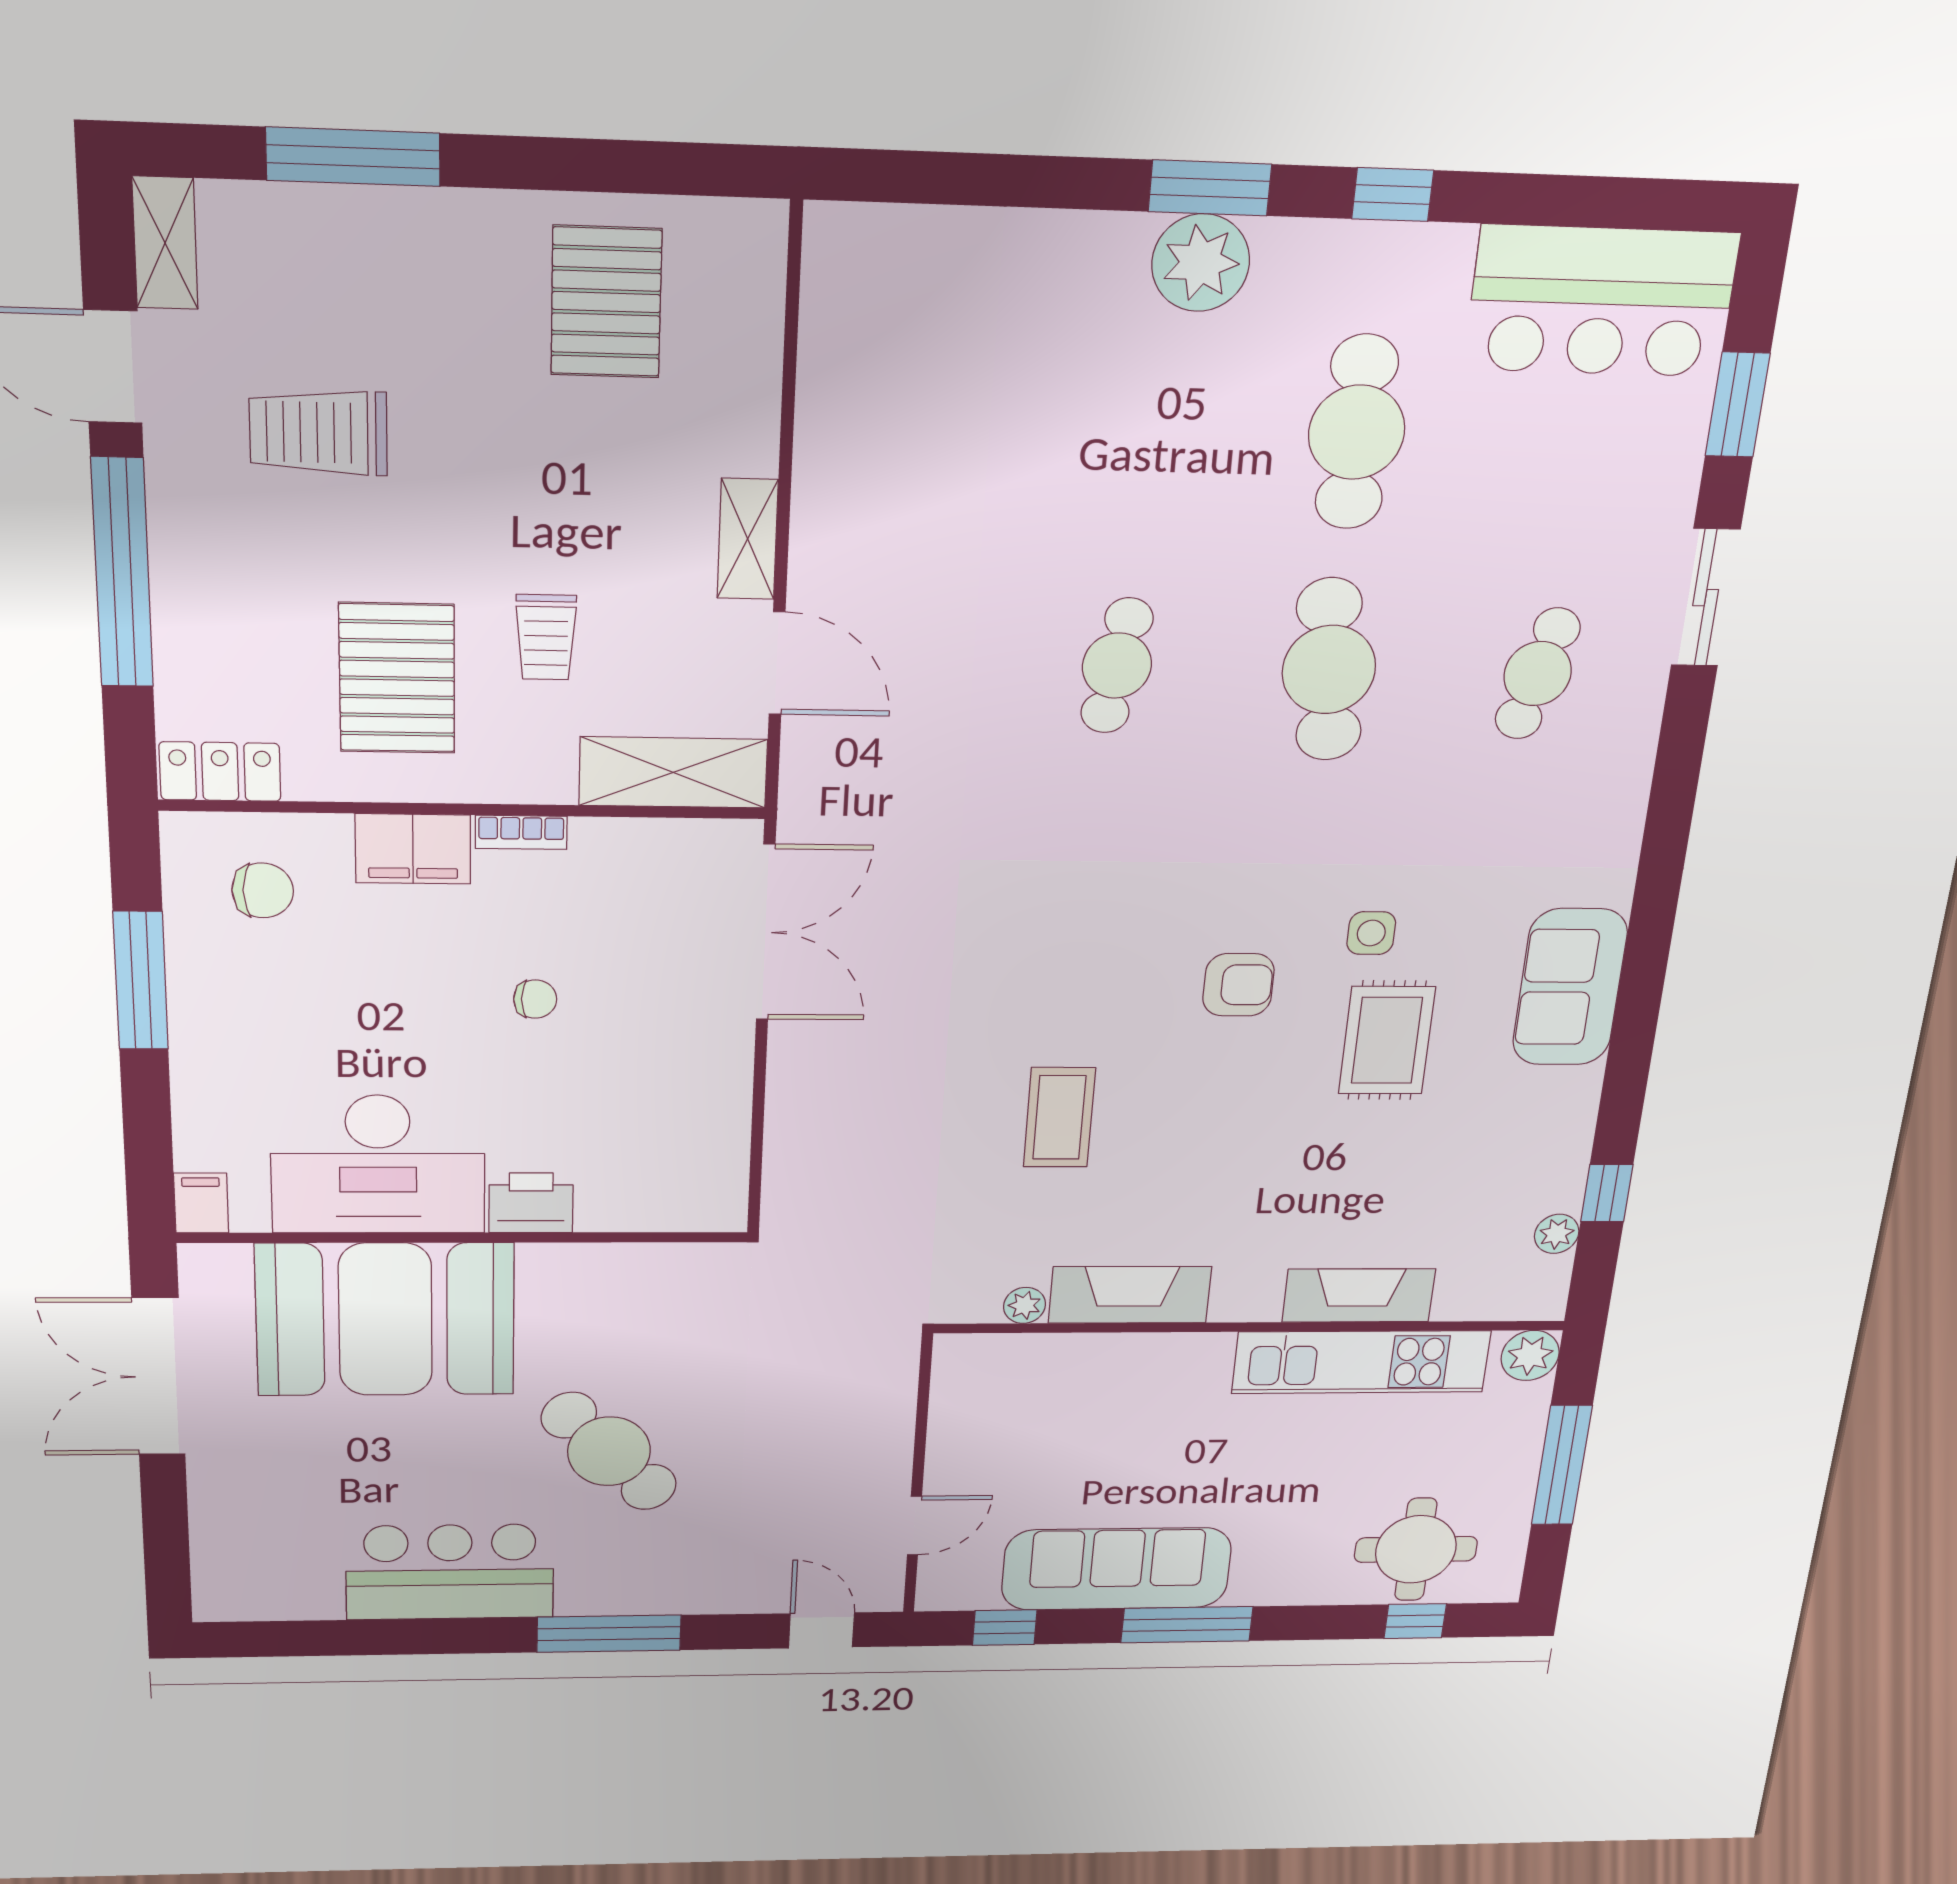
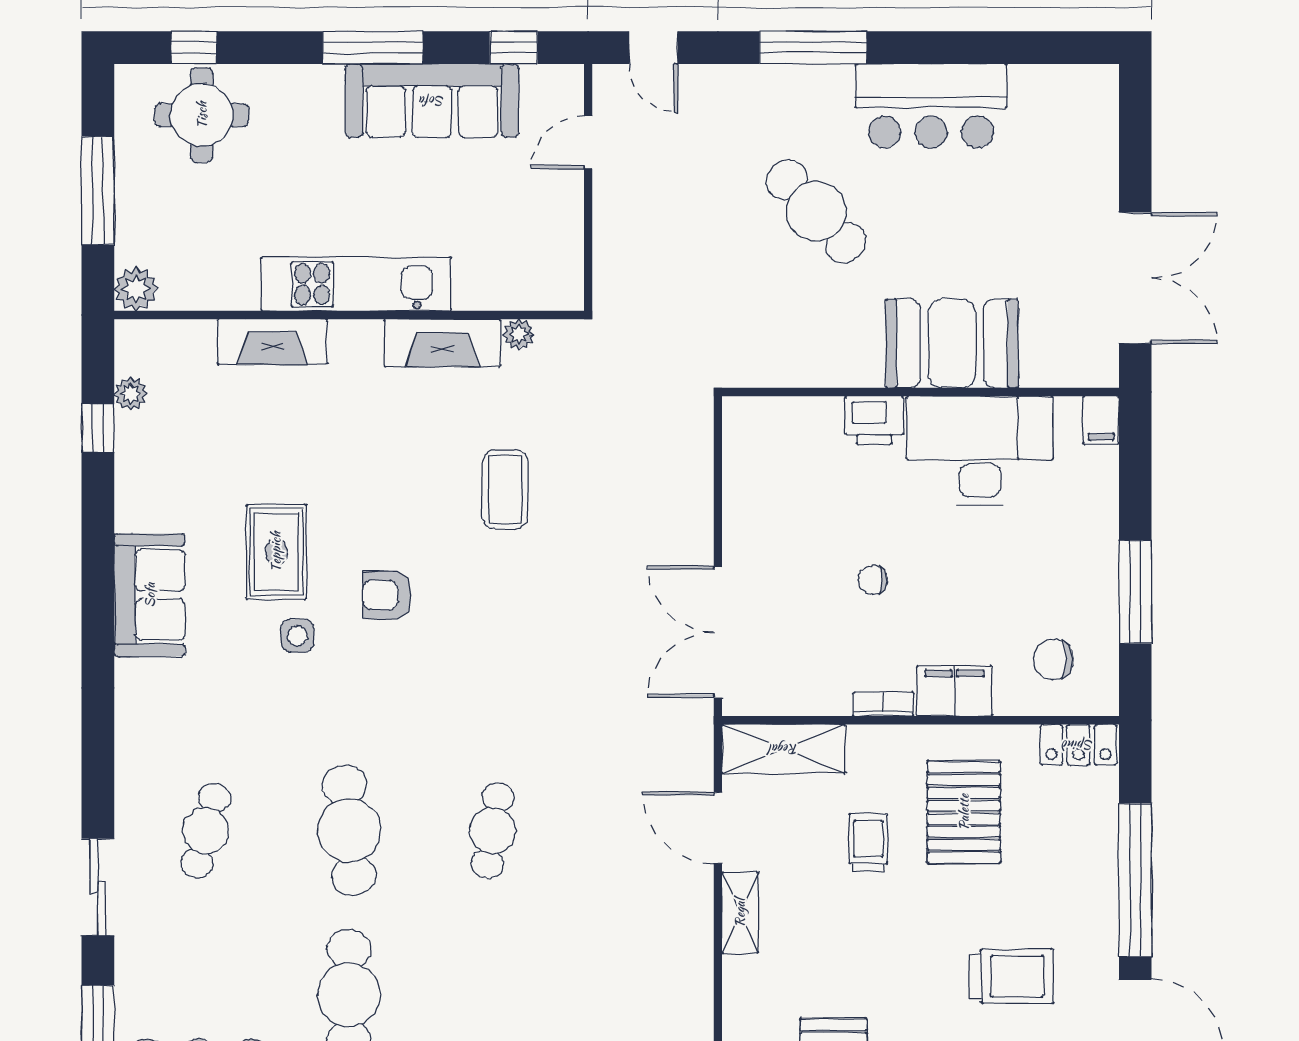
booth: (385, 1320) -> (952, 344), width x0.73, depth x0.70
kitchen unit: (1361, 1362) -> (356, 284), moved

